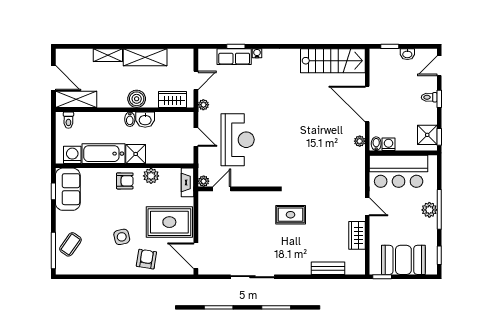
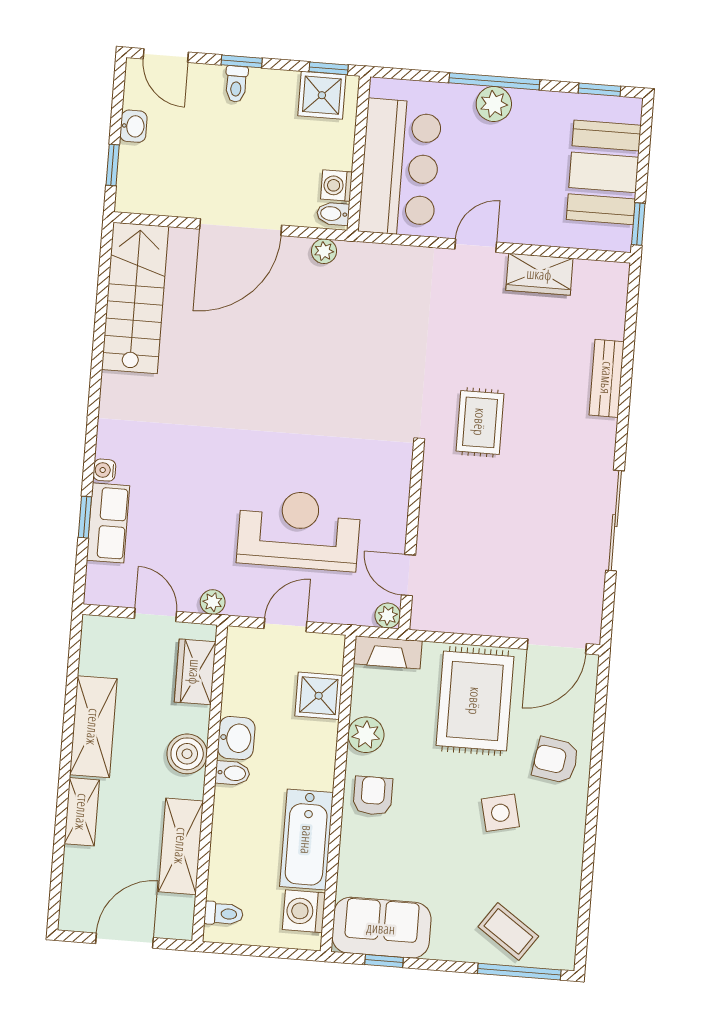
shelving: (76, 99) -> (181, 846), moved
shower: (136, 154) -> (319, 696), moved
bench: (328, 268) -> (607, 378), moved

